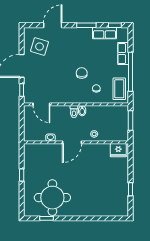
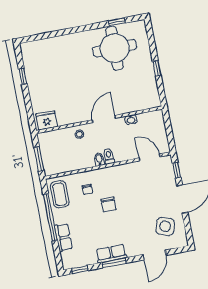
row of seats: (105, 33) -> (111, 254), moved

